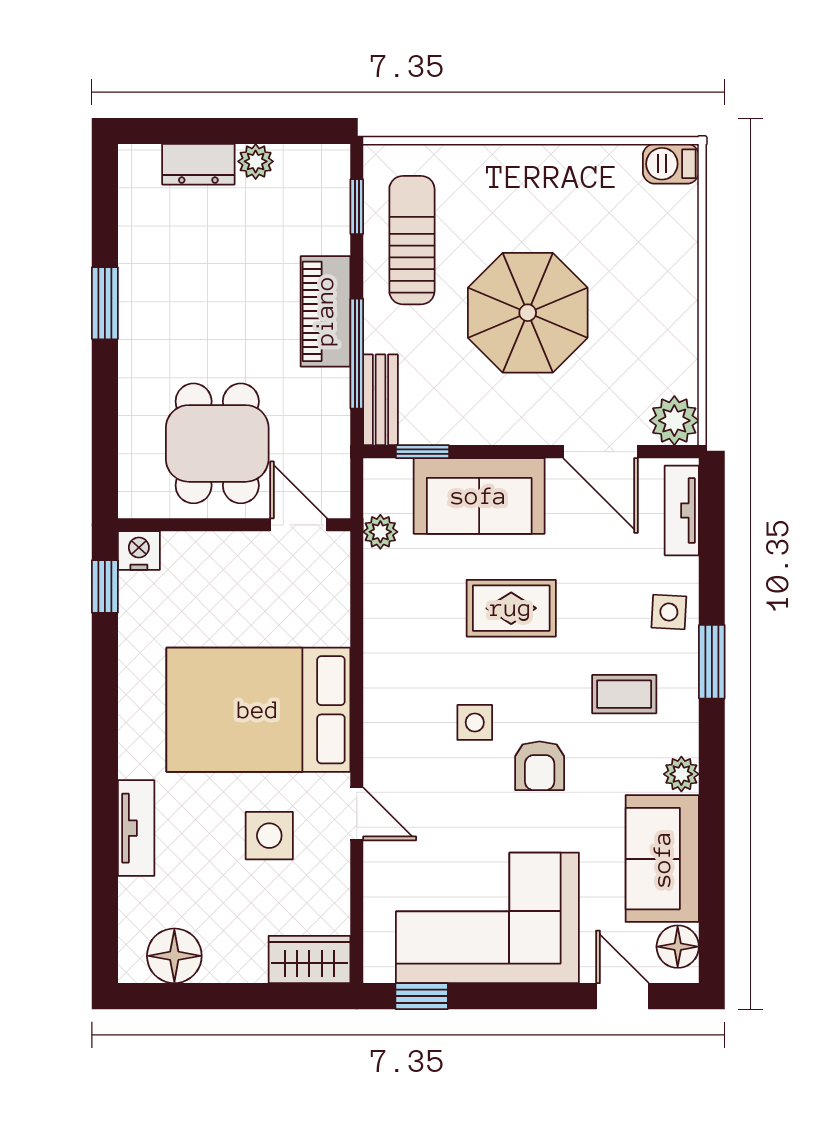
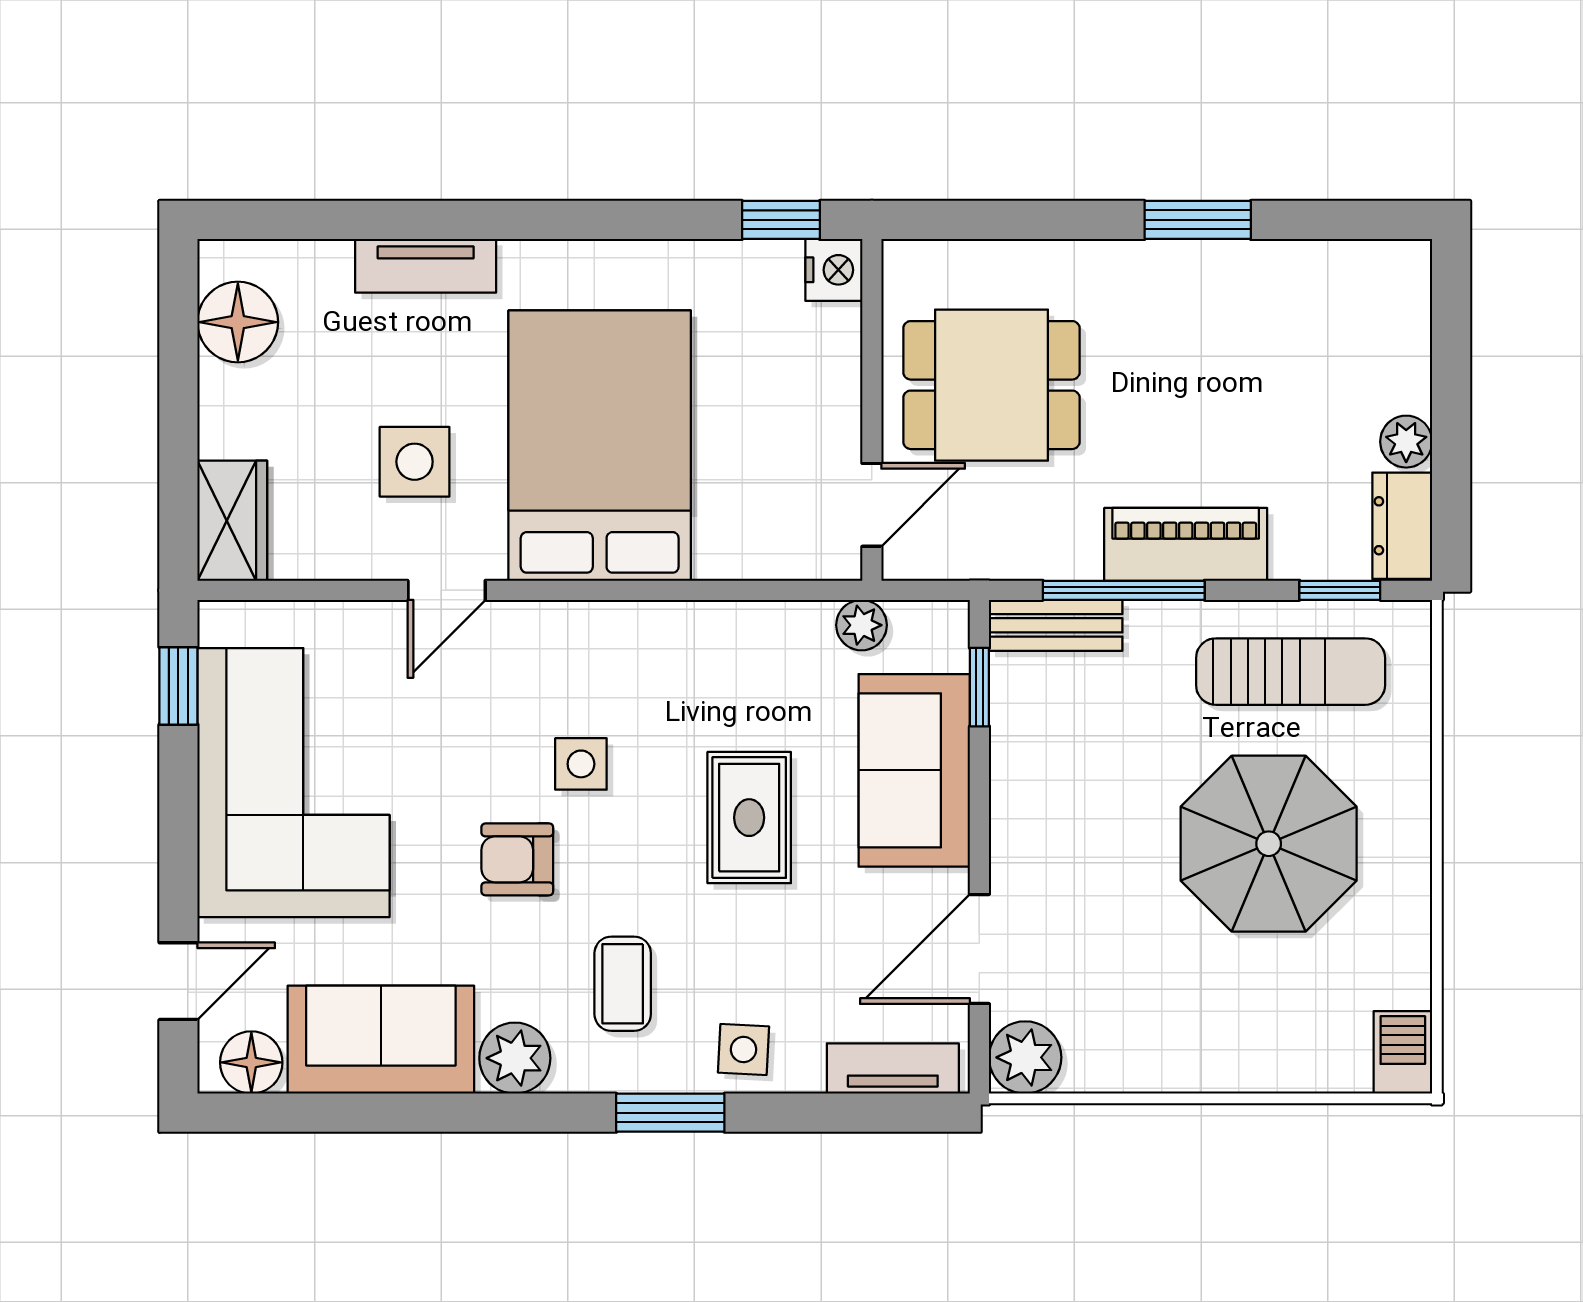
dresser: (198, 164) -> (1402, 526), moved
parasol: (528, 313) -> (1269, 844), moved
plant: (681, 774) -> (515, 1058), width x1.38, depth x1.38

